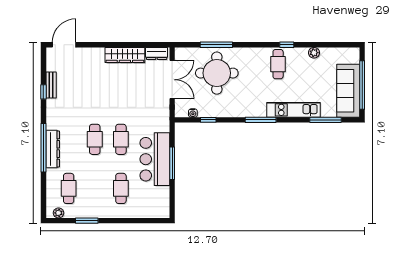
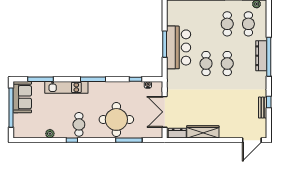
round table: (217, 73) -> (116, 119), moved
sofa: (348, 91) -> (22, 97), width x0.73
cafe table: (121, 188) -> (227, 24), moved

